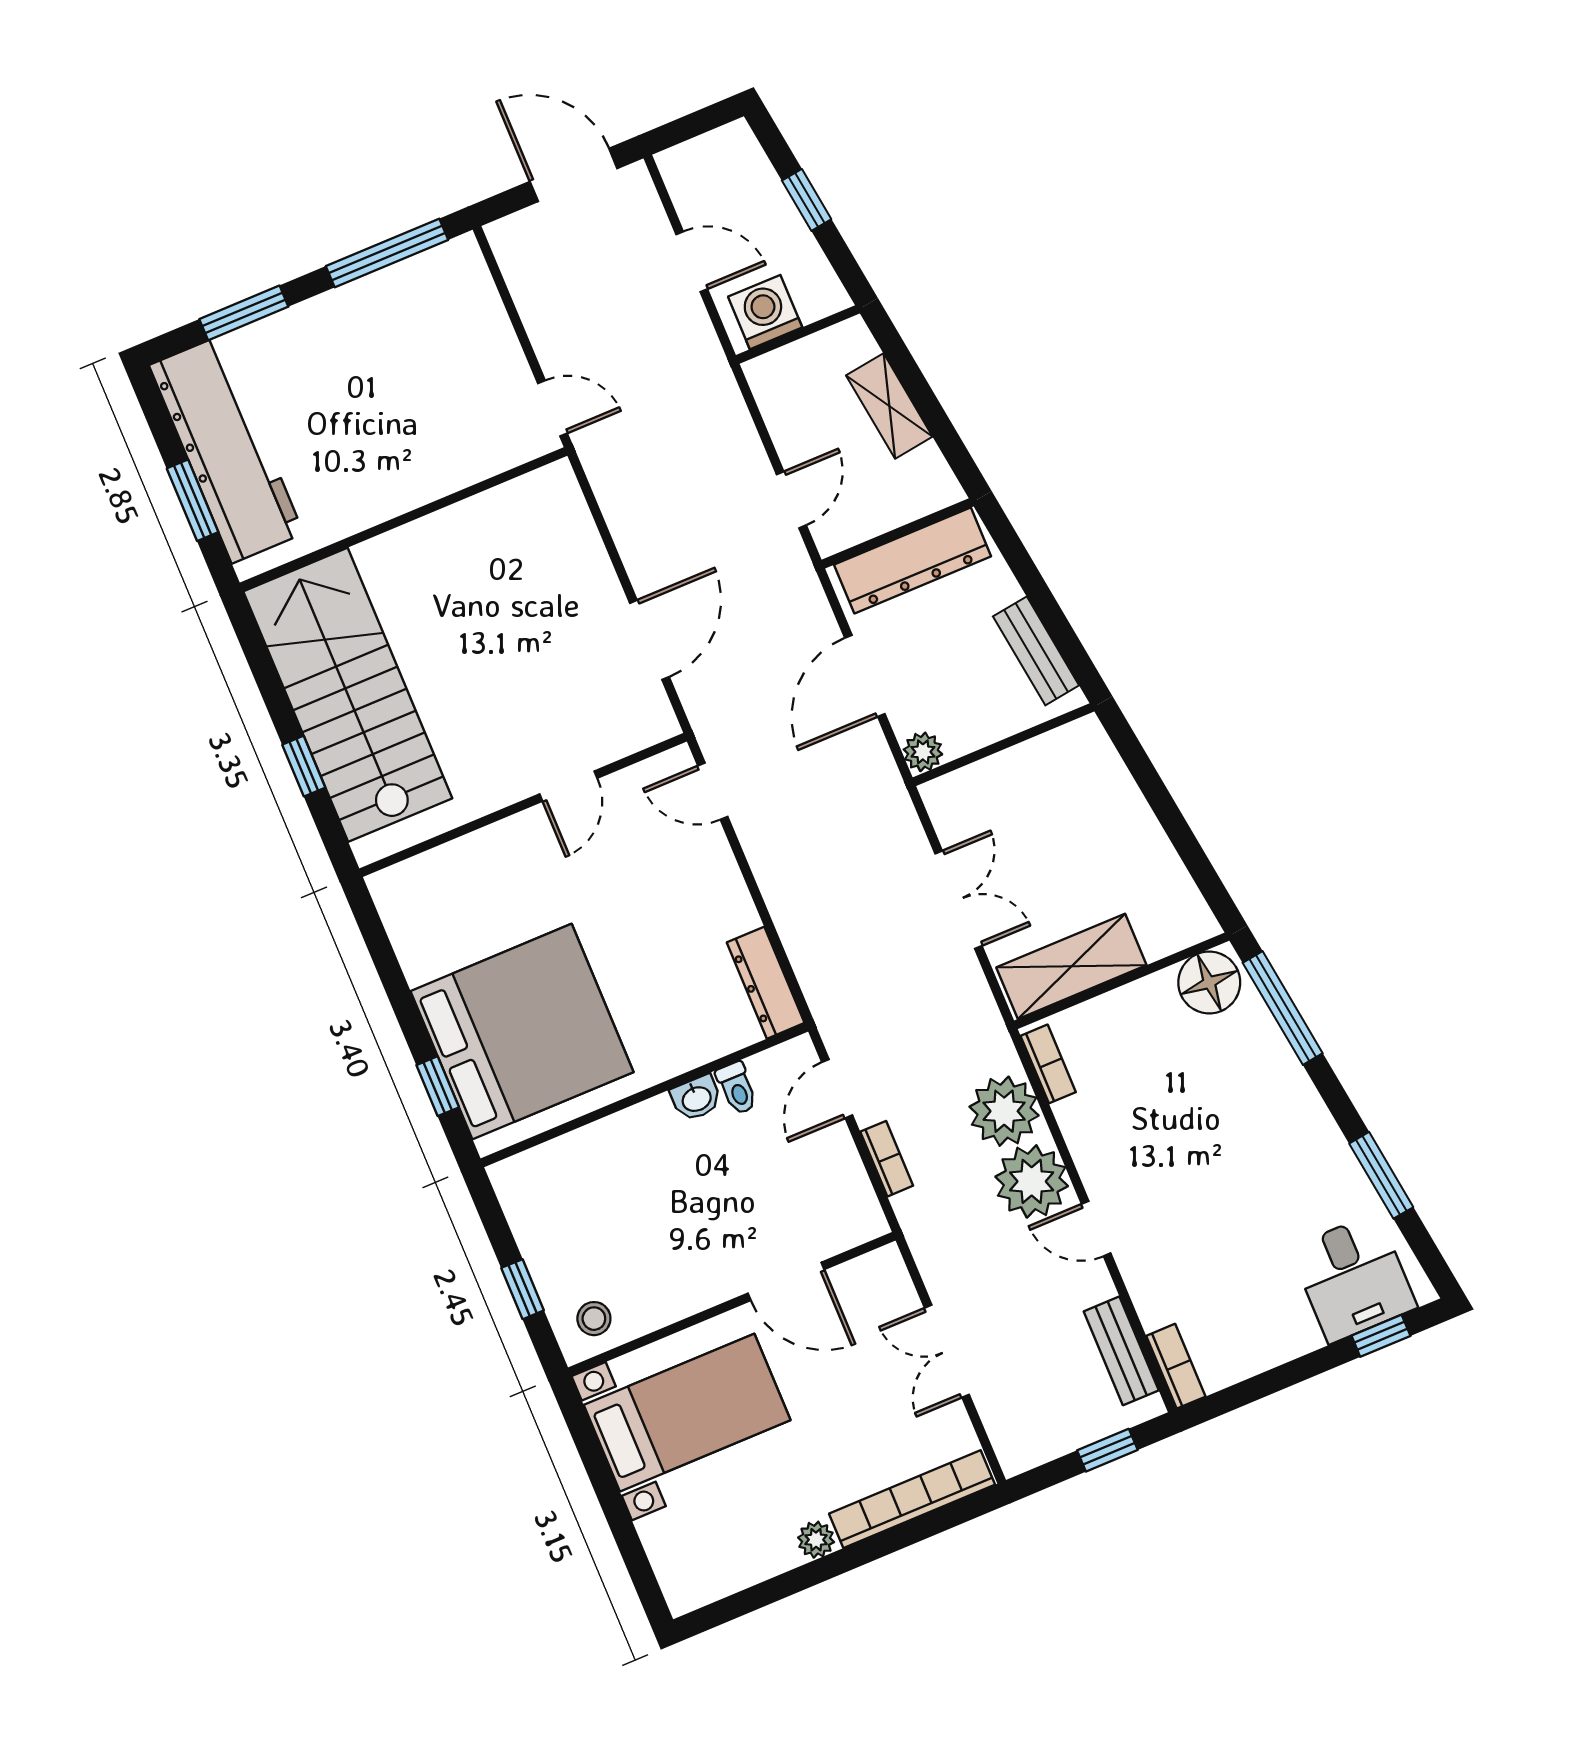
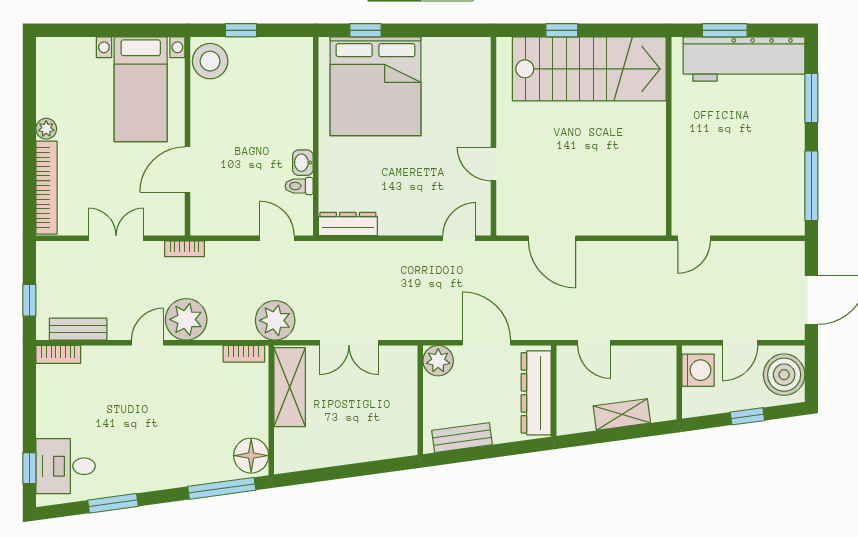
boiler: (714, 168) -> (784, 375), added
plant: (923, 752) -> (438, 361), width x1.38, depth x1.38
plant: (1004, 1111) -> (275, 320), moved
bookcase: (887, 1159) -> (184, 249), moved
stool: (594, 1319) -> (210, 61), width x1.89, depth x1.89

